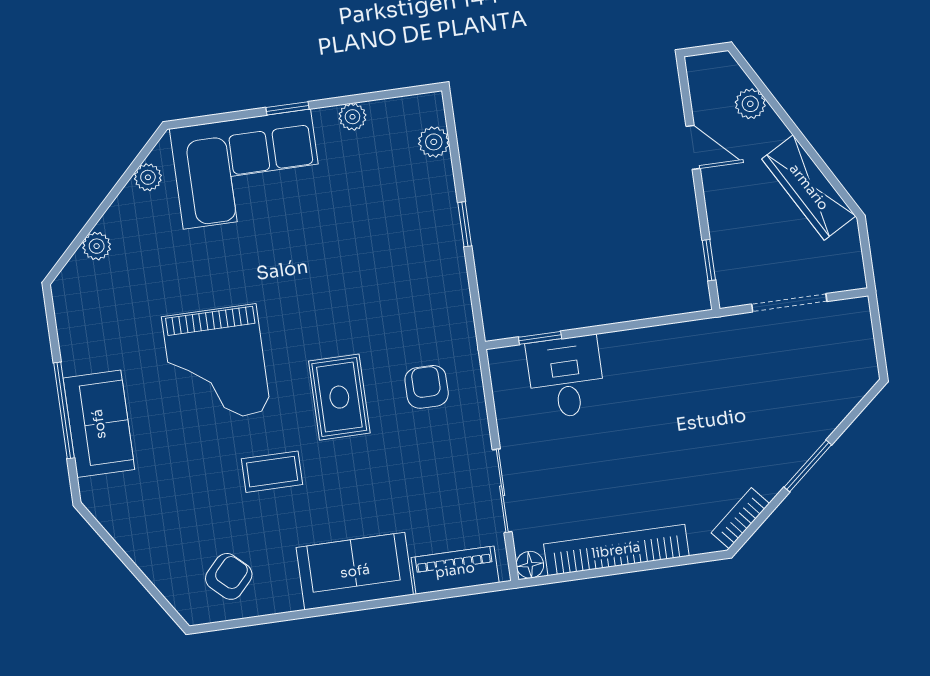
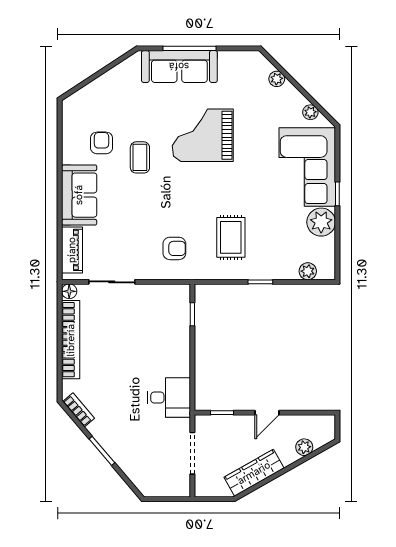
plant: (352, 117) -> (321, 222), width x1.88, depth x1.88
door: (693, 147) -> (267, 413), moved
desk: (566, 377) -> (169, 398), moved
rug: (339, 397) -> (231, 237), moved, turned 90
sofa: (99, 424) -> (179, 66), width x1.36
armchair: (229, 576) -> (102, 143), moved, turned -133

